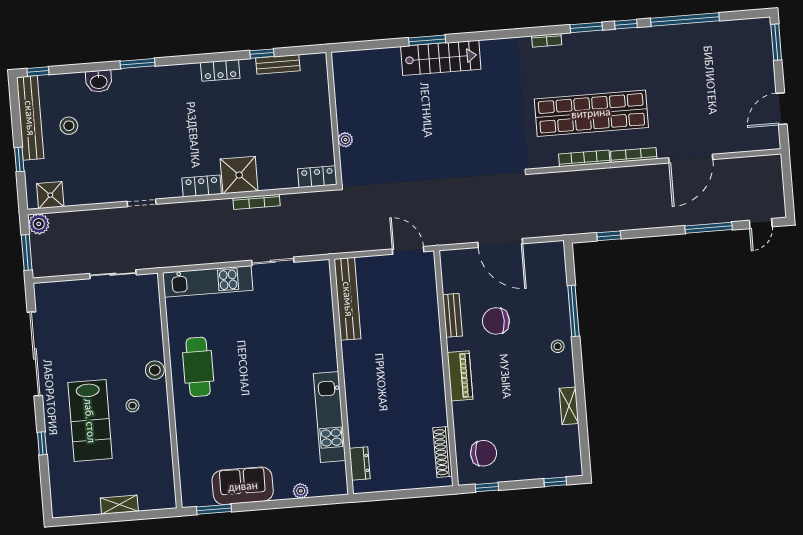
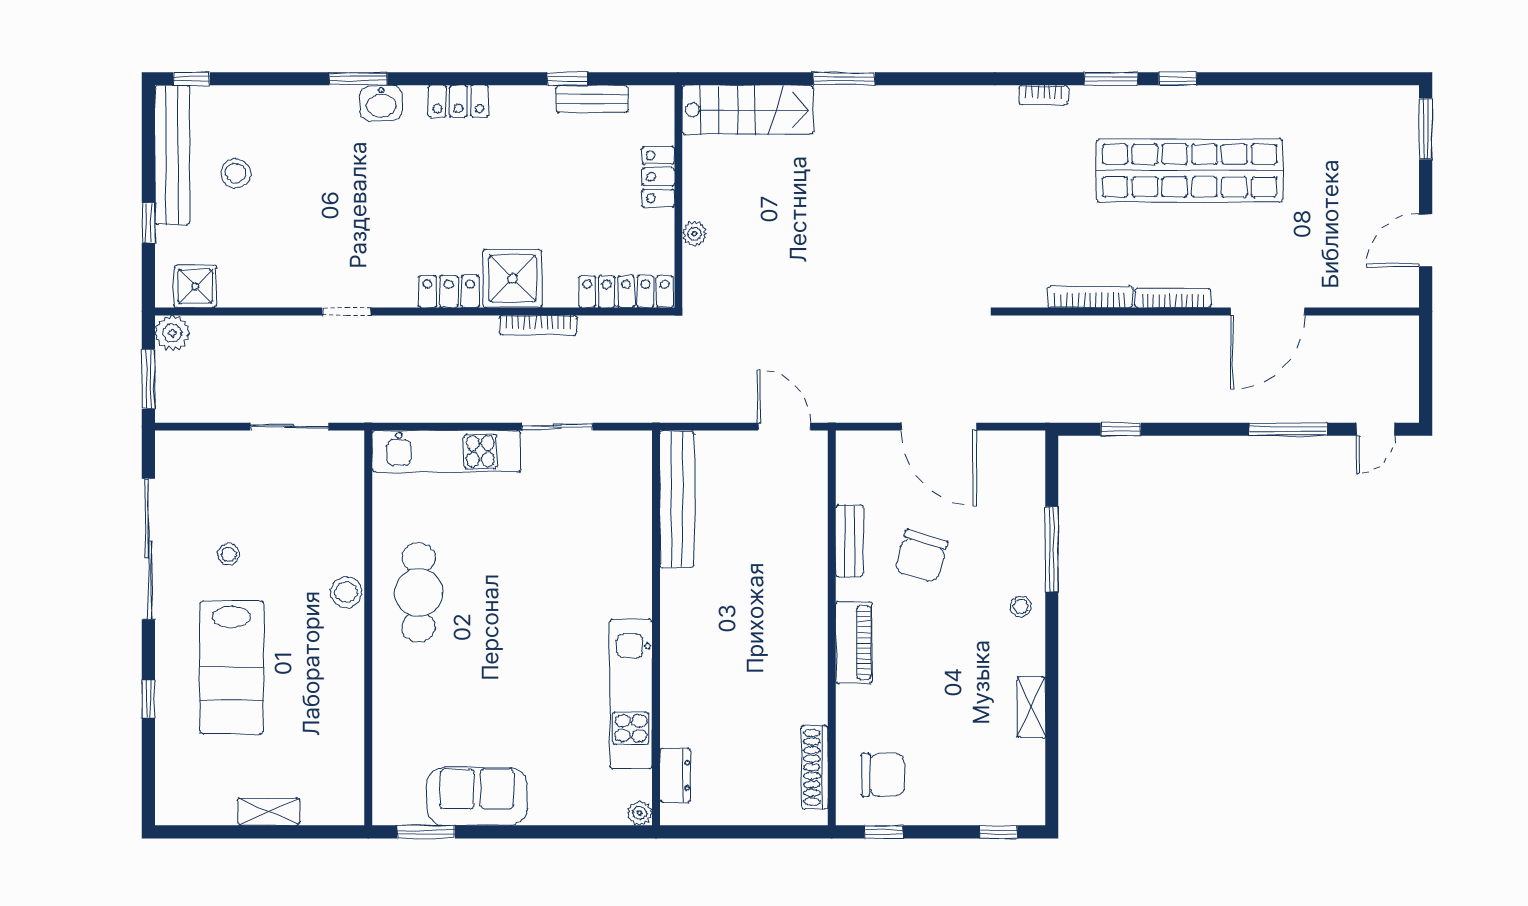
window: (685, 19) -> (1277, 79), removed
stairs: (441, 58) -> (748, 110), moved
locker: (220, 70) -> (458, 101), moved
washbasin: (99, 81) -> (381, 103), moved
locker: (321, 108) -> (658, 177), added
shop shelf: (591, 113) -> (1190, 171), moved
locker: (317, 177) -> (626, 292), width x1.53
chair: (496, 321) -> (921, 556), turned -74
stool: (132, 406) -> (229, 554), moved
plant: (301, 491) -> (640, 813), moved

